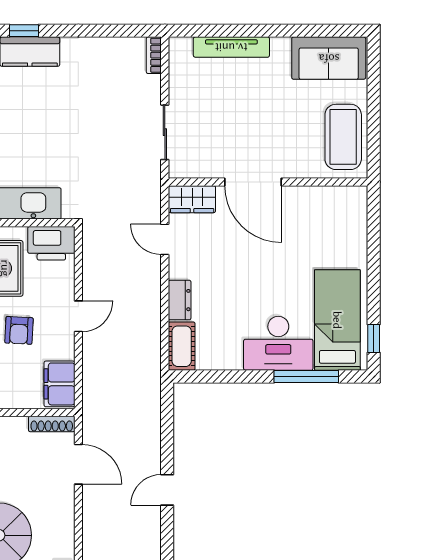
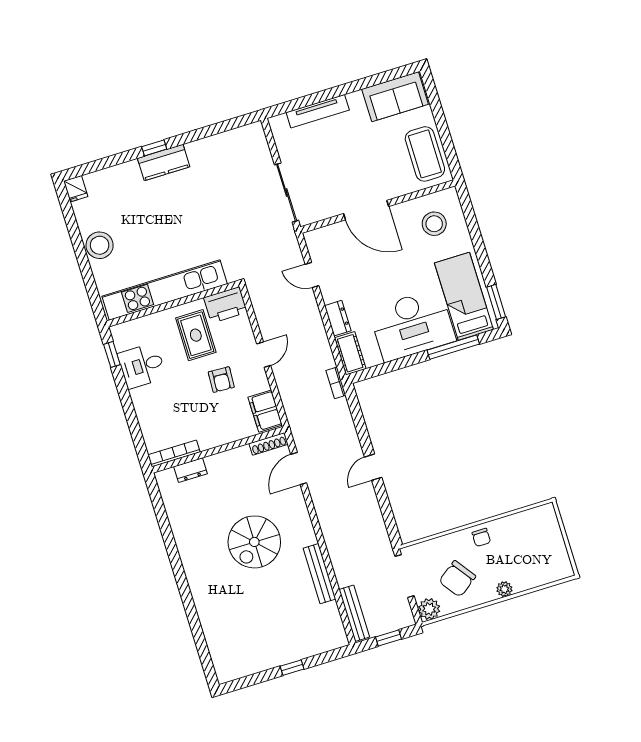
bookcase: (154, 55) -> (336, 383), moved
sliding door: (165, 132) -> (287, 193), width x1.37
wardrobe: (192, 199) -> (323, 238), removed
stool: (329, 223) -> (434, 224), added
window: (374, 339) -> (496, 302), width x1.50
desk: (278, 343) -> (412, 325), width x1.36, depth x1.30
door: (78, 464) -> (299, 469), swing flipped

